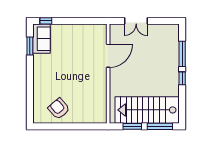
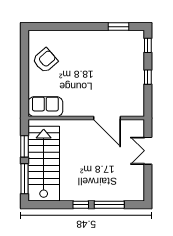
window: (73, 21) -> (148, 77), added
sofa: (41, 39) -> (45, 107), moved, turned 180

